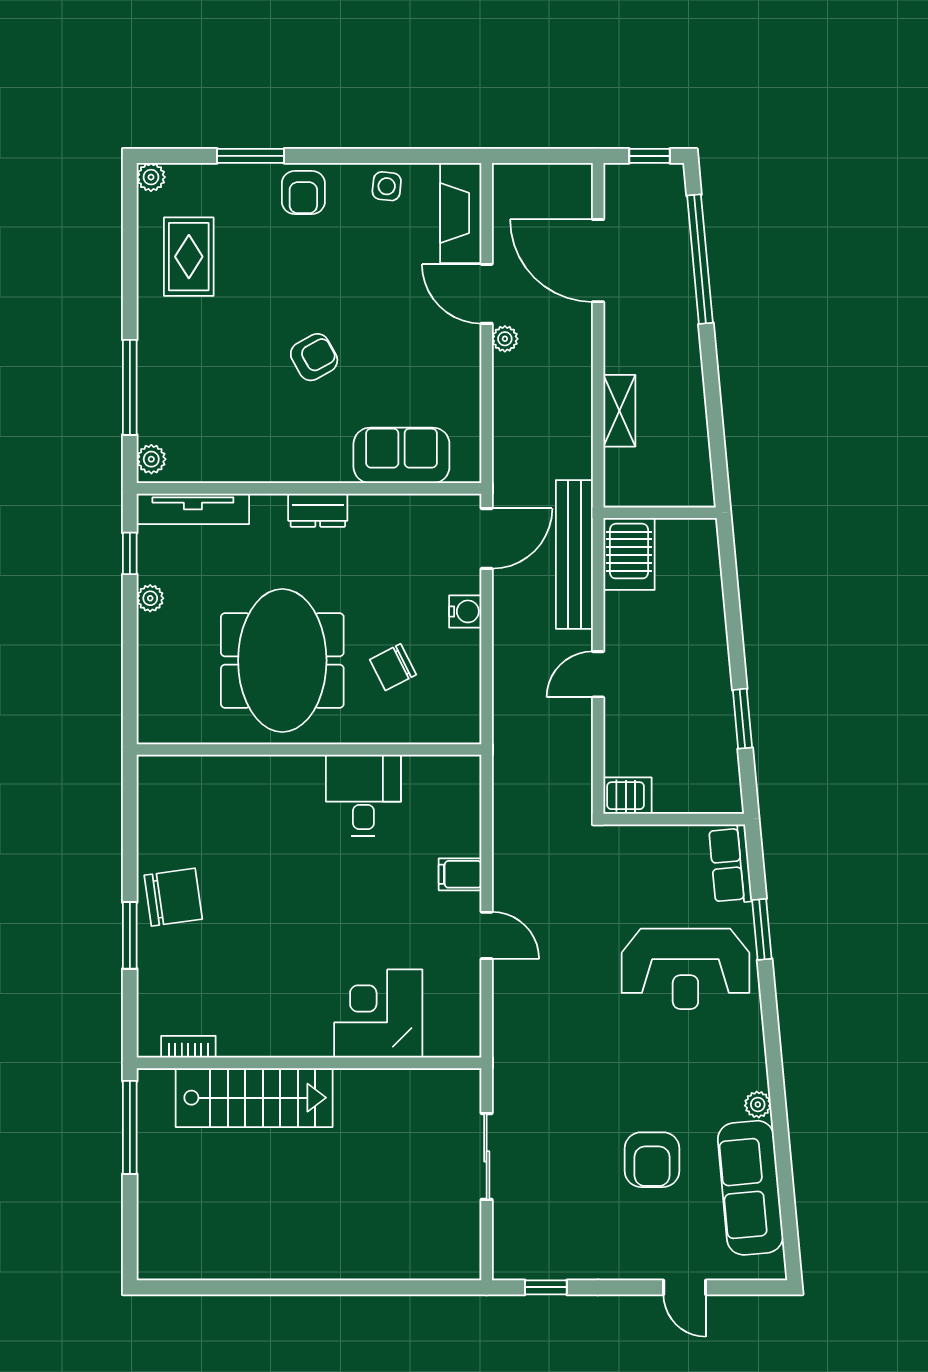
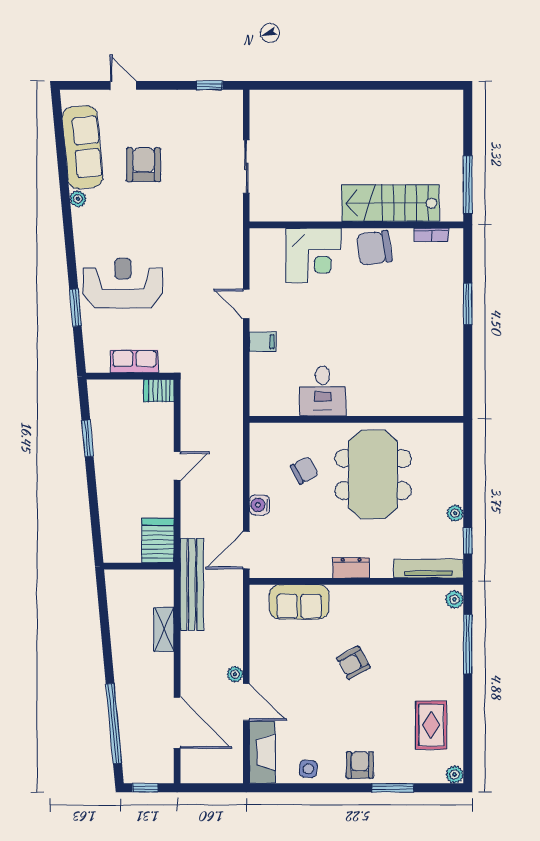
bench: (574, 554) -> (192, 585), moved
row of seats: (730, 865) -> (134, 361), moved, turned -85
chair: (173, 897) -> (374, 248), moved

